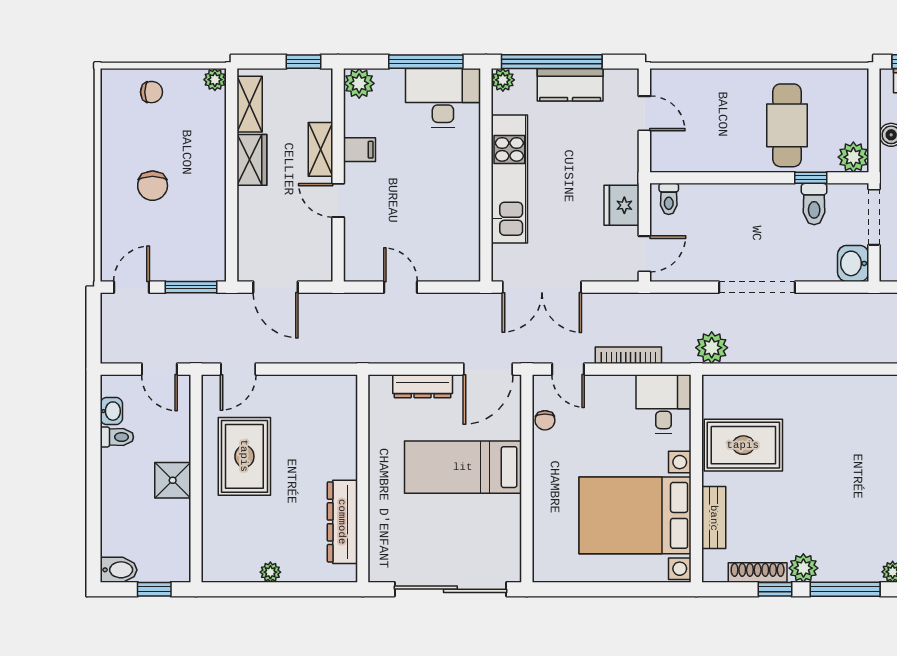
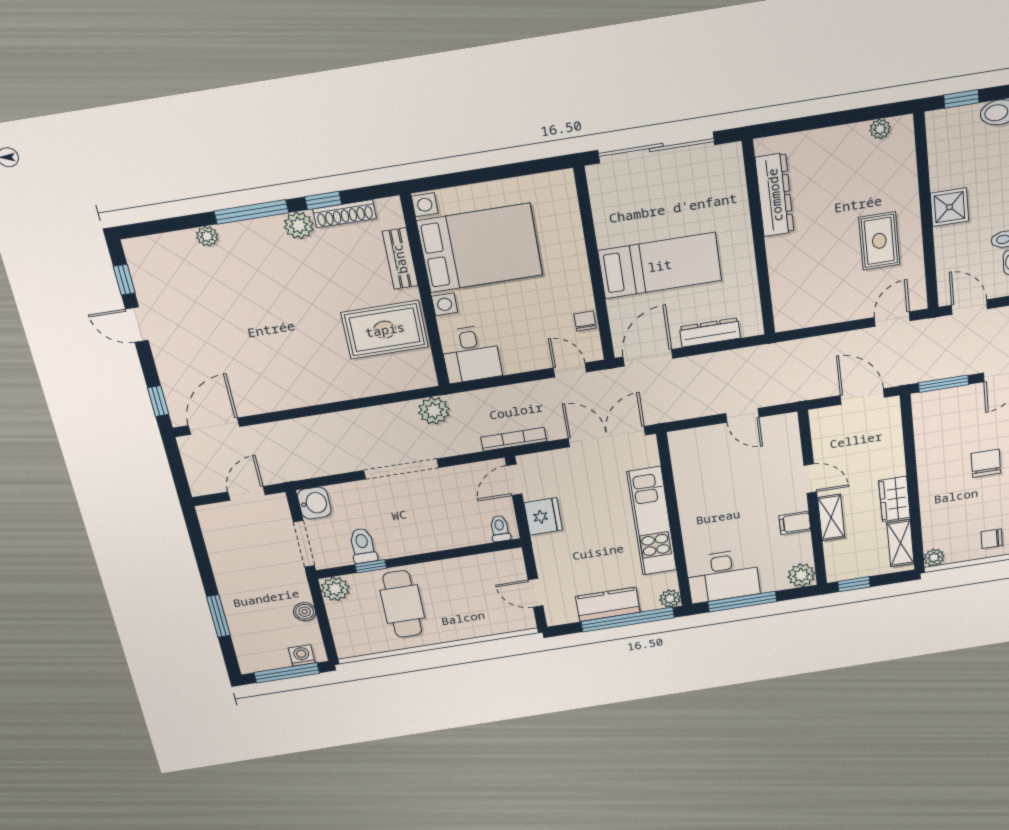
bookcase: (628, 355) -> (514, 439), moved, turned 180
rug: (244, 456) -> (879, 241), width x0.73, depth x0.70
plant: (270, 572) -> (880, 129), moved

